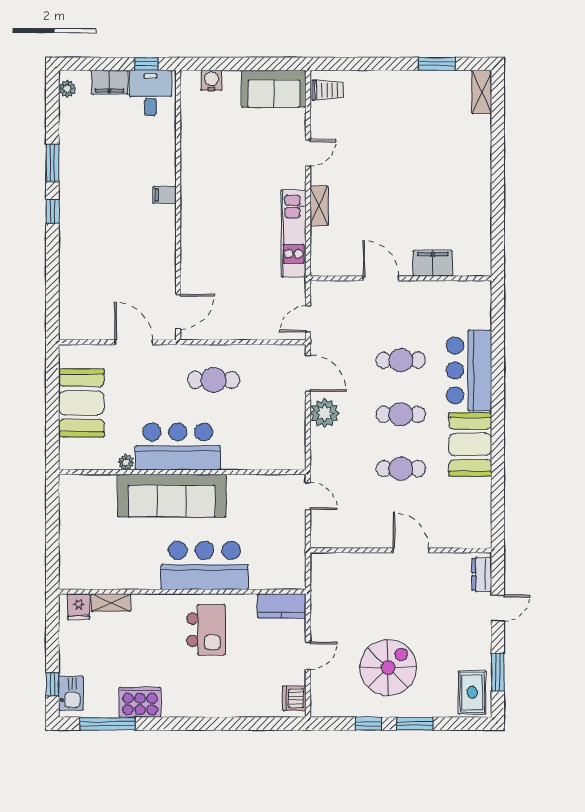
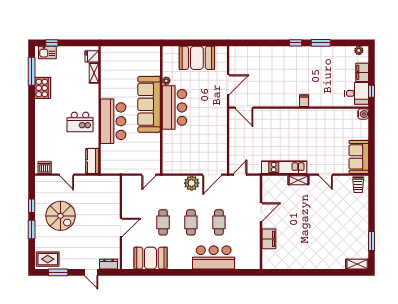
water cooler: (211, 80) -> (363, 114), moved
door: (308, 319) -> (240, 175), hinge flipped
cafe table: (214, 380) -> (209, 126), removed
booth: (470, 444) -> (150, 258), moved

